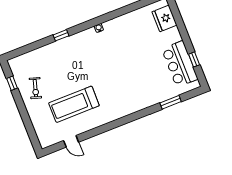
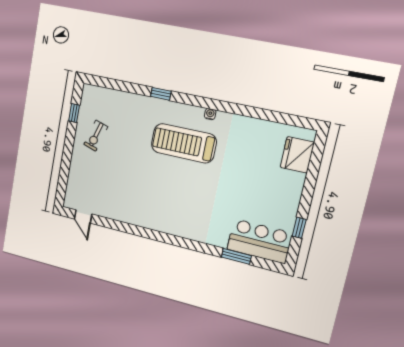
bar counter: (180, 64) -> (259, 241), moved, turned 90
treadmill: (74, 104) -> (184, 143), moved
door: (71, 141) -> (83, 217), moved

